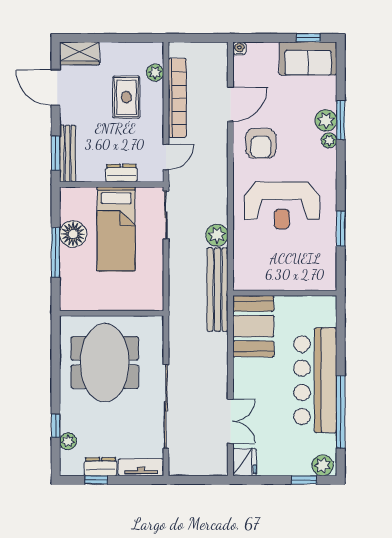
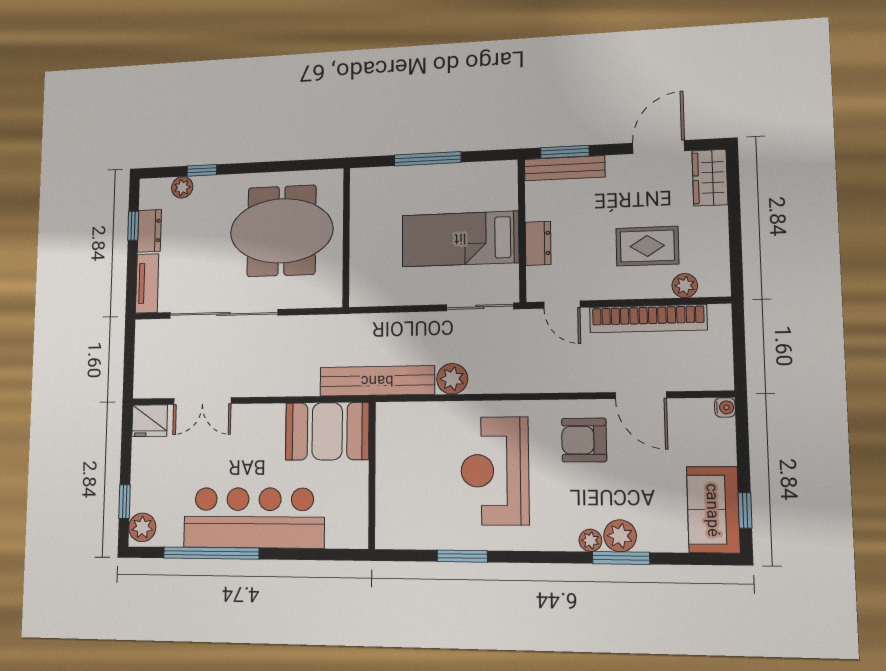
floor lamp: (73, 234) -> (453, 181), removed

